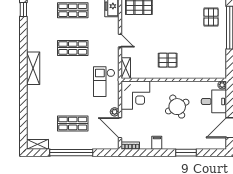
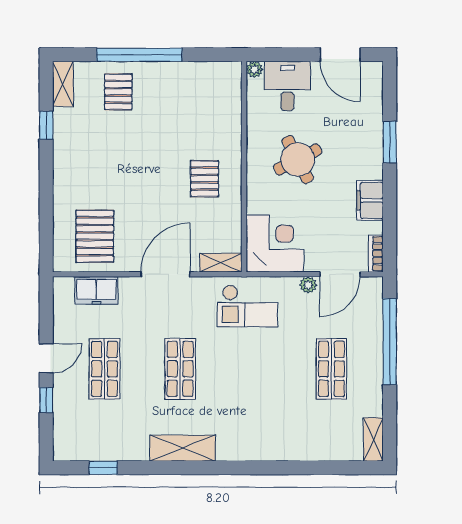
pallet: (211, 17) -> (118, 92), turned 90
door: (120, 41) -> (165, 274), width x1.88
shelving: (33, 68) -> (183, 448), moved
filing cabinet: (157, 143) -> (370, 200), width x2.00
window: (71, 153) -> (390, 342), moved

